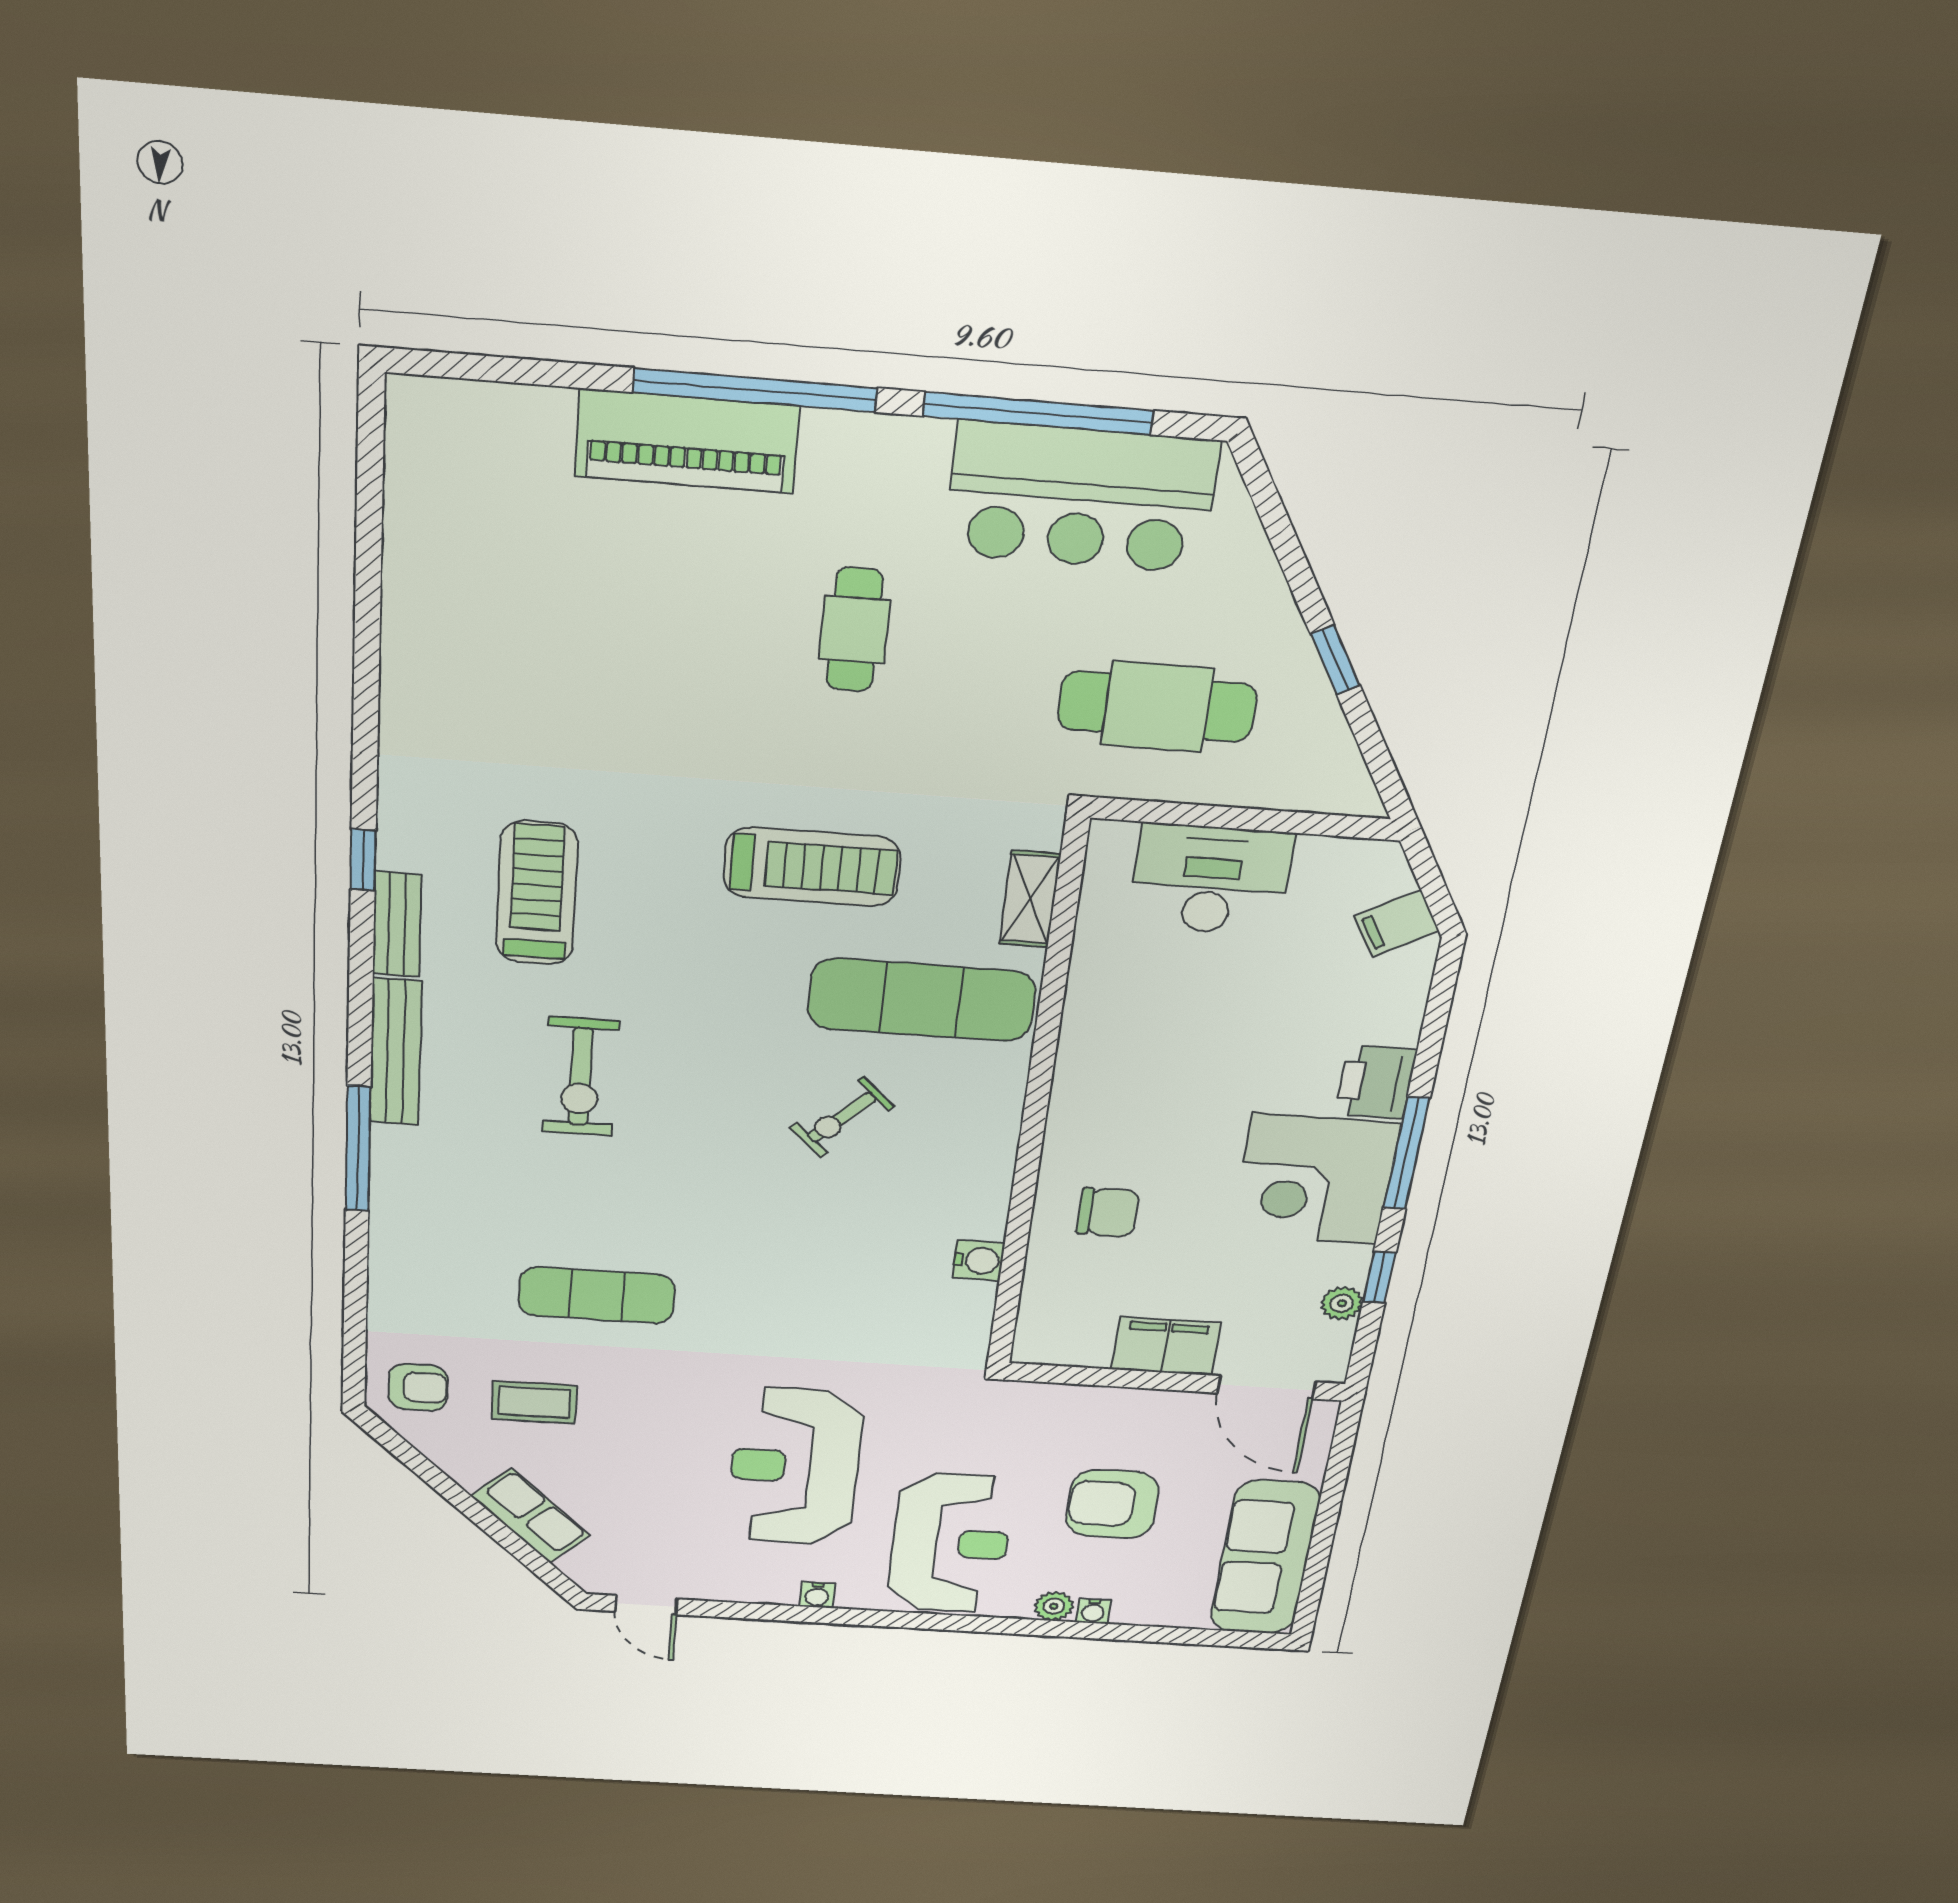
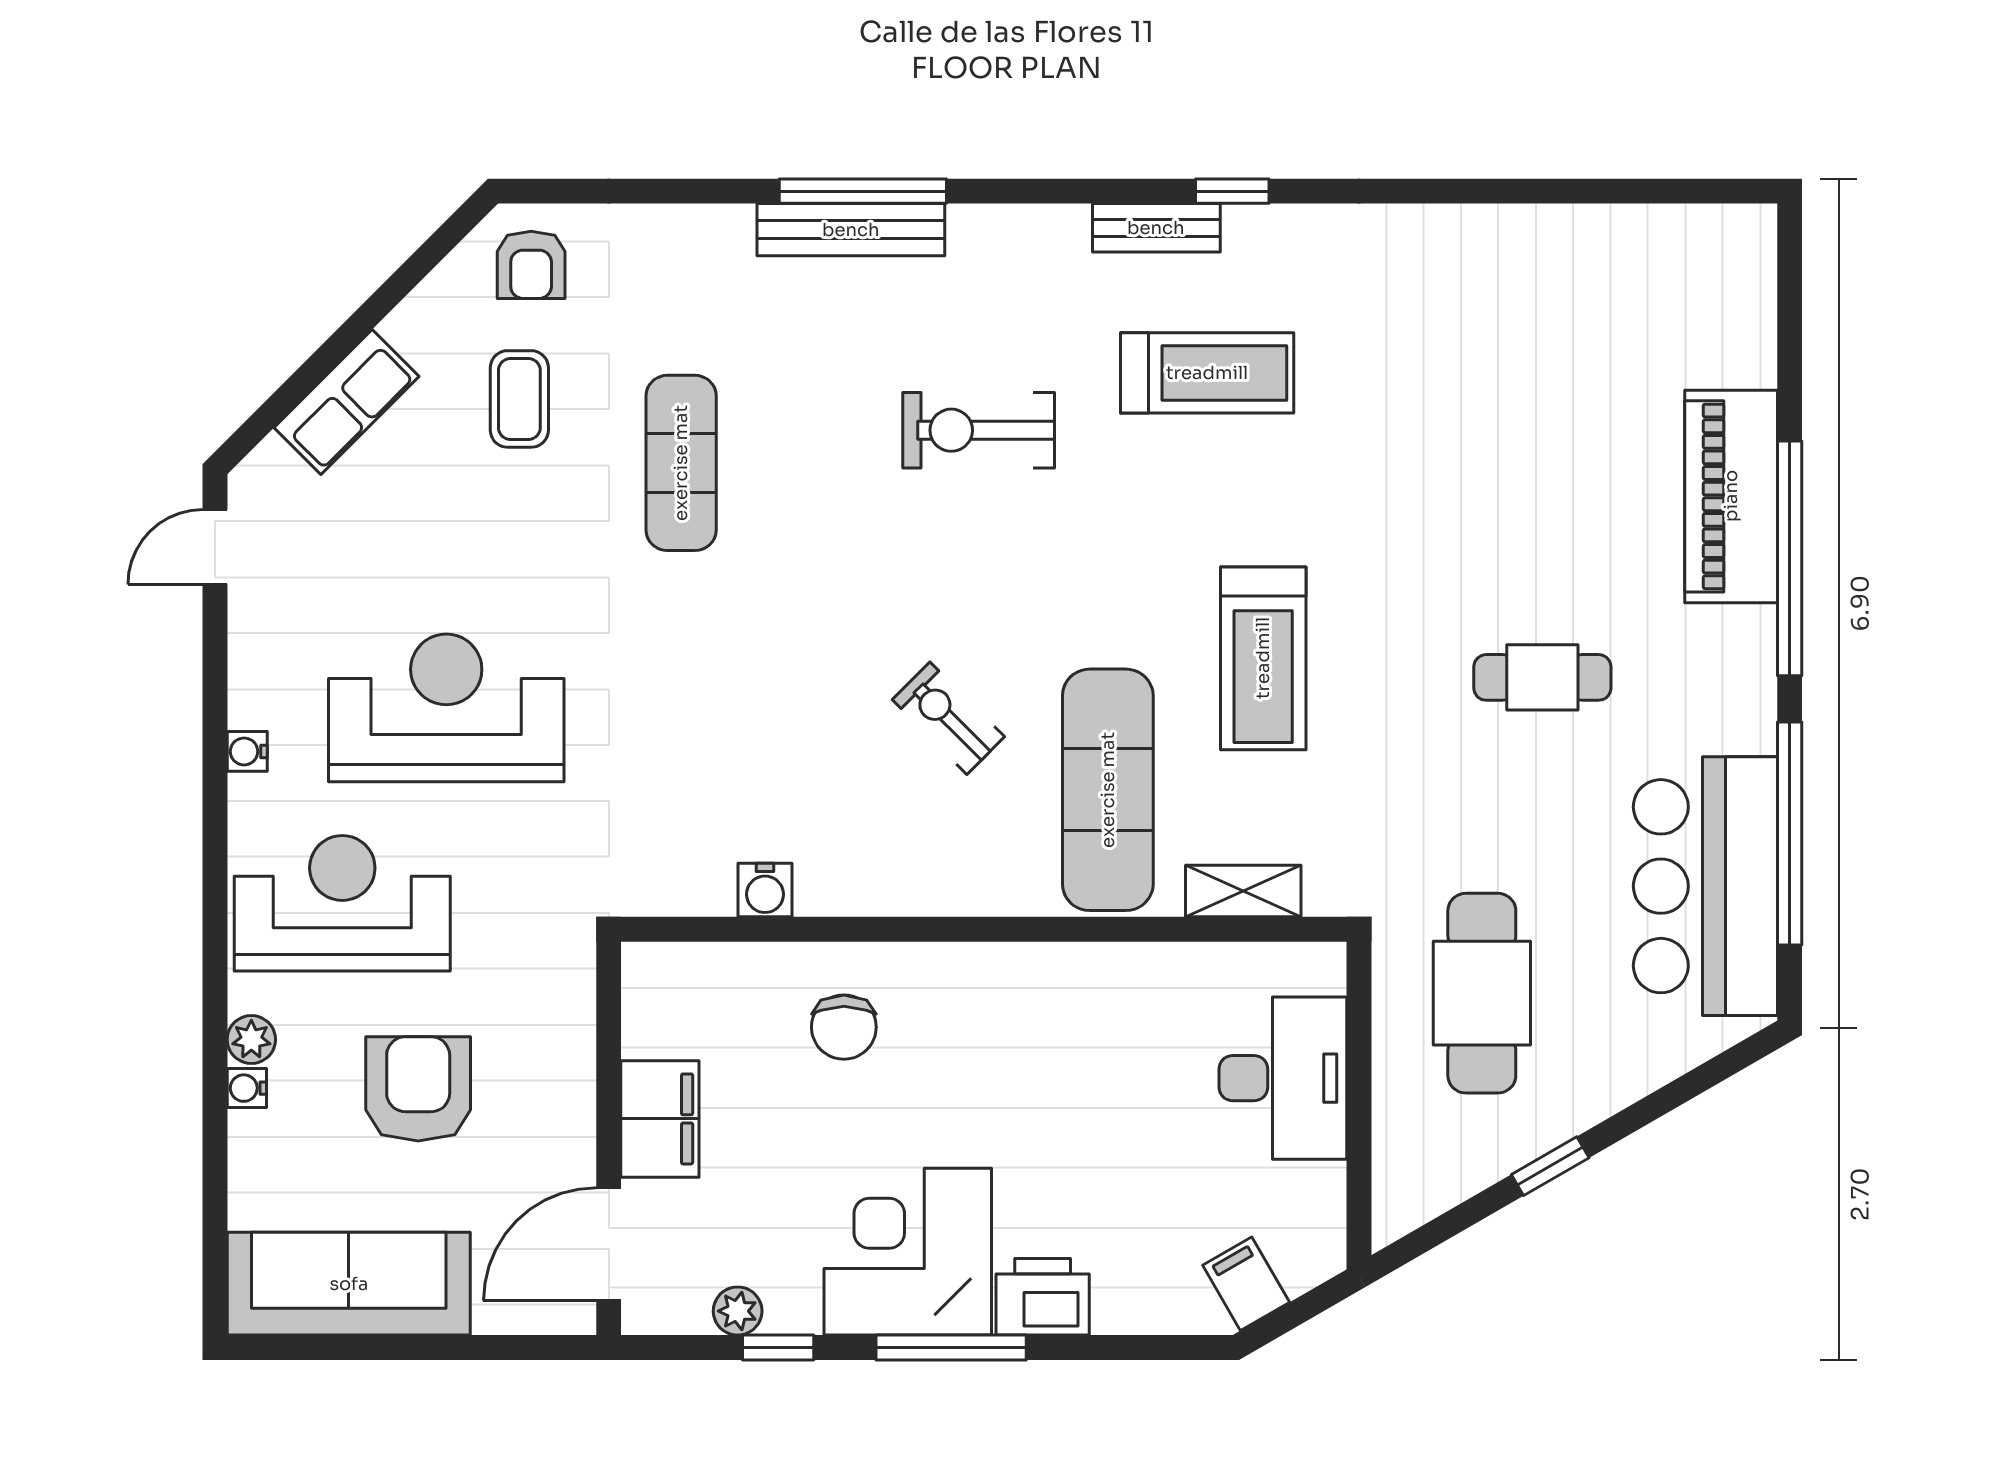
bench: (396, 1052) -> (851, 230), moved
reception desk: (950, 1543) -> (342, 903), turned 180

